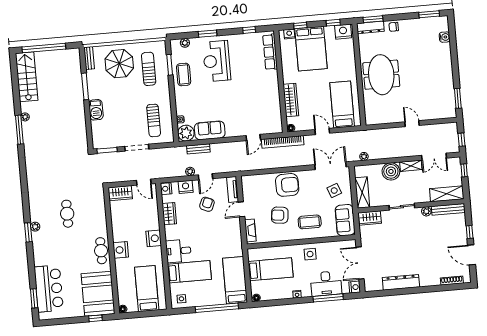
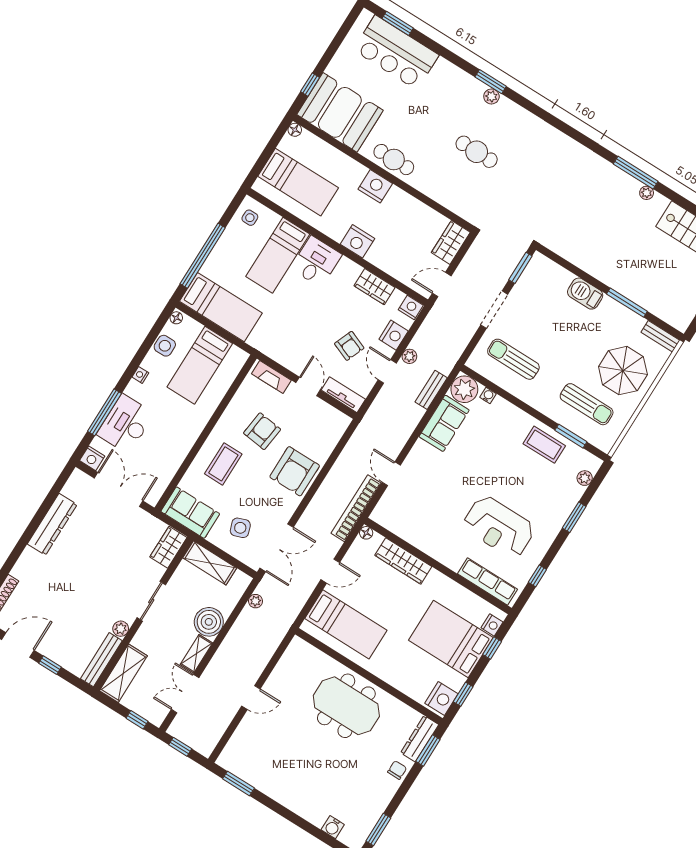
reception desk: (217, 61) -> (499, 527), moved, turned 180
side table: (310, 254) -> (165, 346), moved

